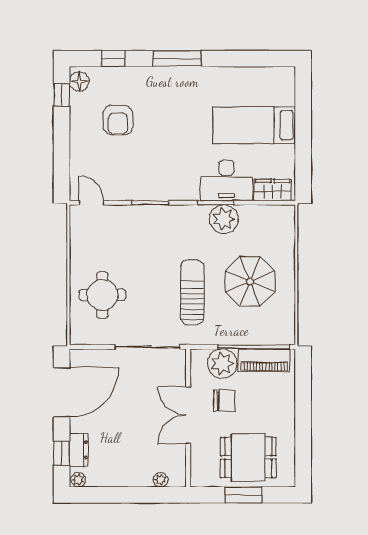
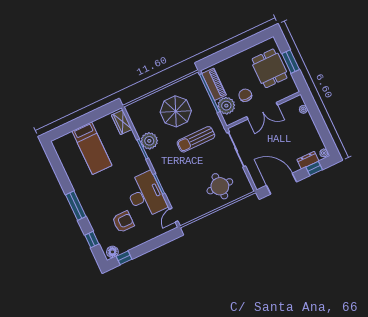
desk: (226, 180) -> (146, 195), moved, width x1.36, depth x1.30

